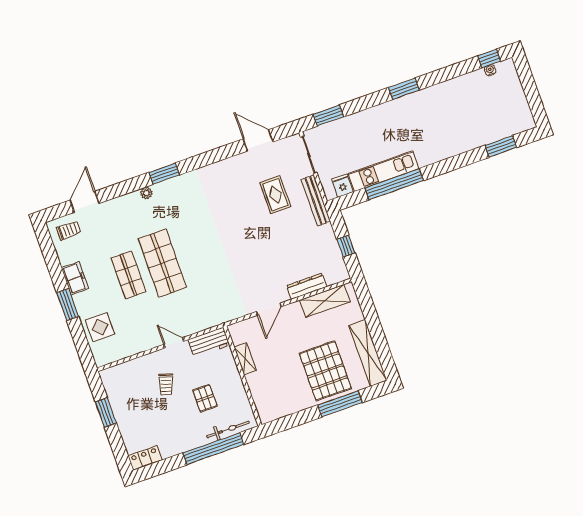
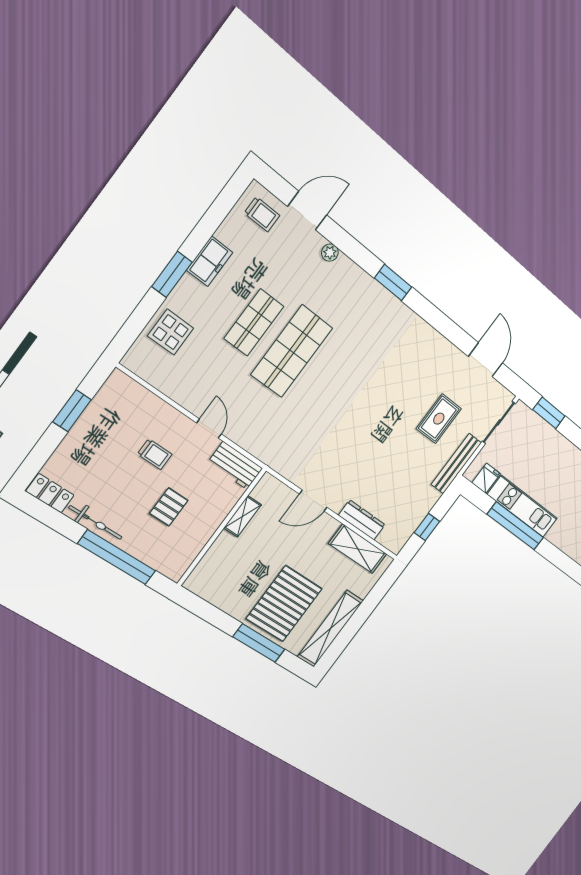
plant: (146, 193) -> (330, 253), moved
trolley: (166, 384) -> (155, 454), turned -108
bicycle: (228, 429) -> (96, 523), moved

